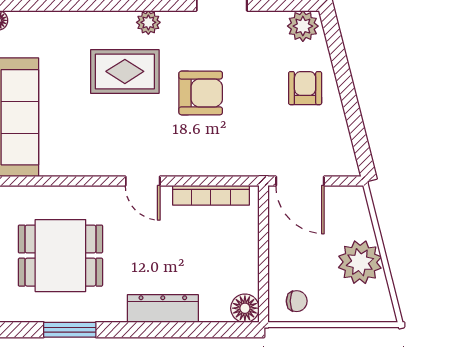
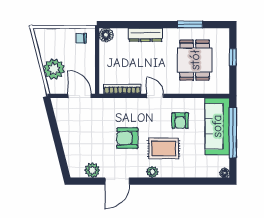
plant: (303, 26) -> (92, 170), moved
armchair: (305, 88) -> (180, 120), moved
dining table: (60, 256) -> (195, 60), turned 90
plant: (360, 262) -> (54, 69), moved

